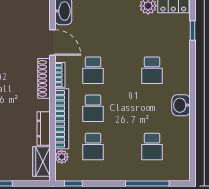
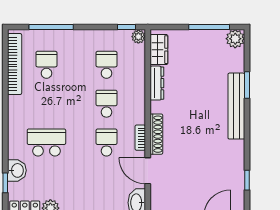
school desk: (152, 70) -> (46, 142), width x1.85
washbasin: (181, 105) -> (17, 170), moved
bookcase: (62, 119) -> (15, 64), moved, turned 180
plant: (62, 157) -> (138, 37), moved

